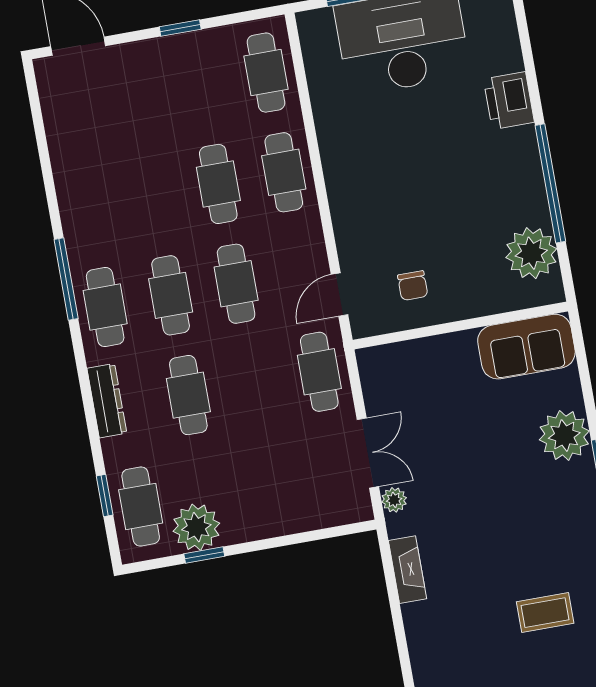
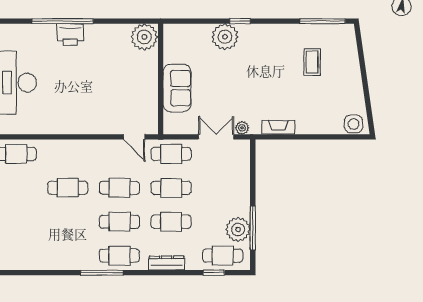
printer: (509, 101) -> (70, 35), moved
cafe table: (284, 172) -> (171, 188), moved
window: (550, 183) -> (63, 21), moved
plant: (531, 253) -> (144, 37), moved
chair: (413, 286) -> (136, 99), removed
sofa: (526, 347) -> (177, 88), moved
window: (204, 555) -> (253, 228), width x2.17

